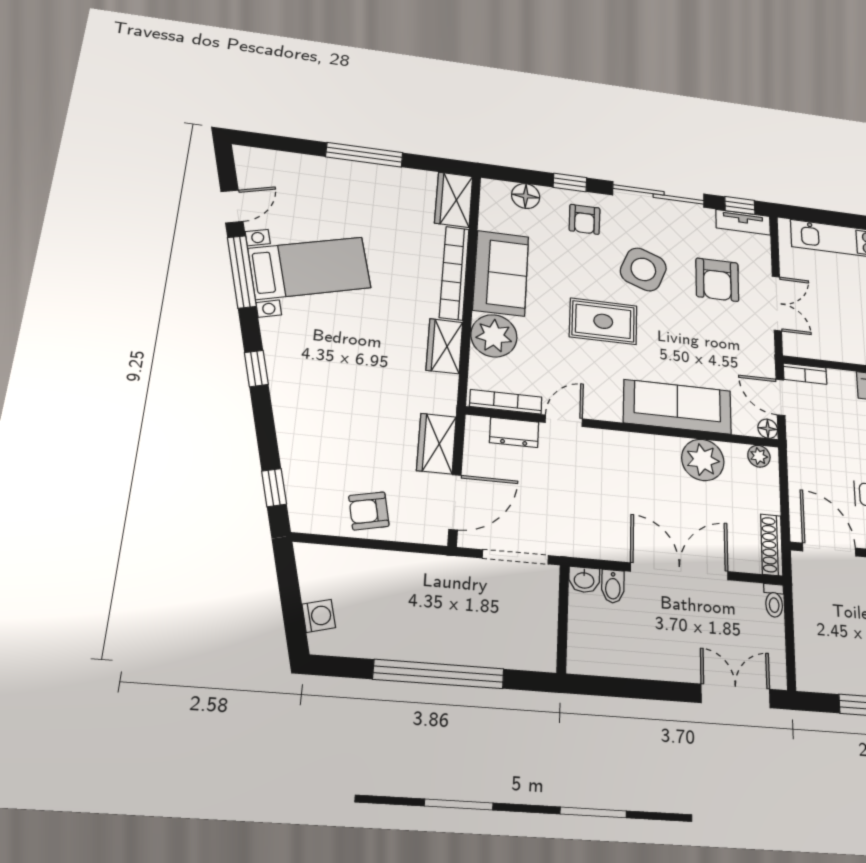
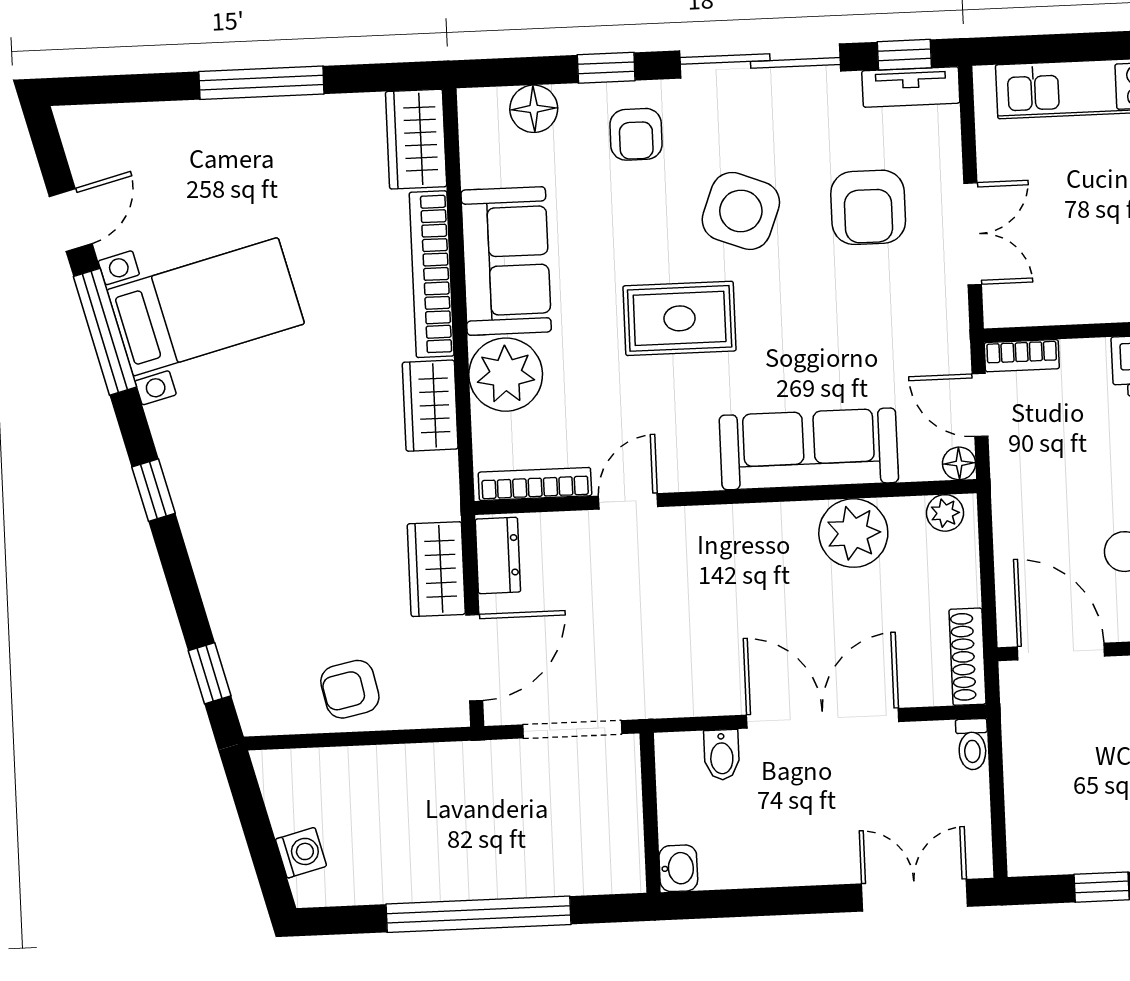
dresser: (514, 432) -> (498, 555), moved, turned -90
washbasin: (584, 580) -> (678, 868), moved, turned -90

